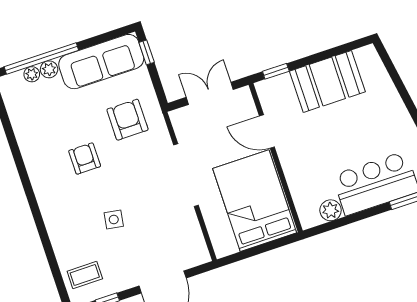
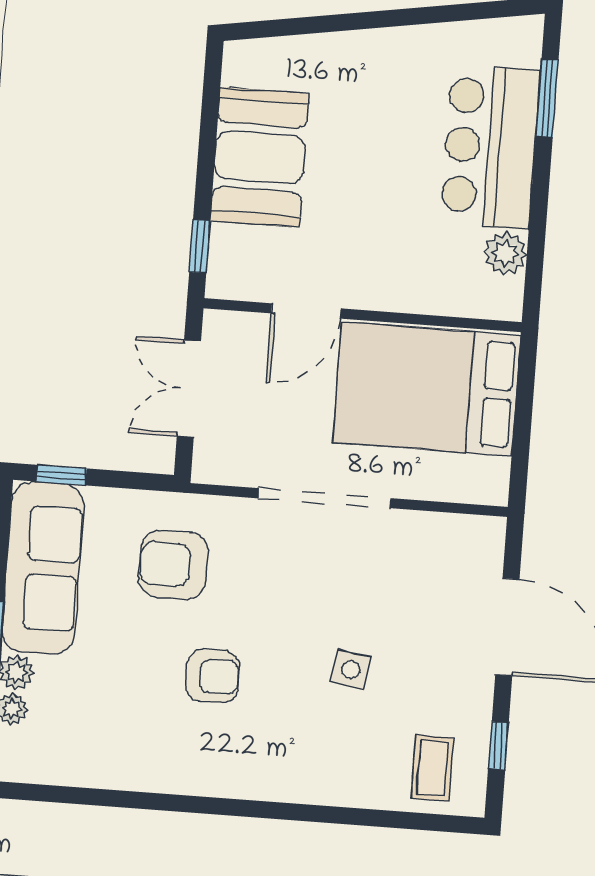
armchair: (85, 159) -> (213, 676), turned 180

